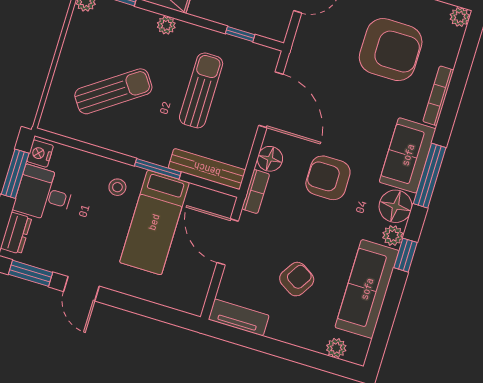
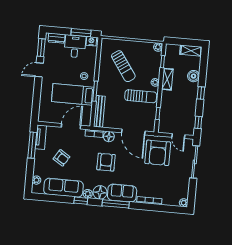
armchair: (391, 50) -> (158, 153), moved
sun lounger: (201, 90) -> (141, 96), moved
door: (271, 100) -> (133, 132), hinge flipped
window: (253, 341) -> (32, 145), added

